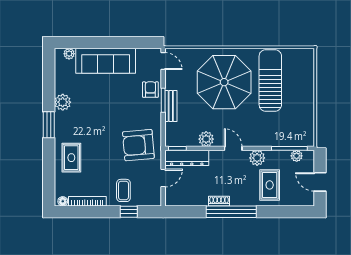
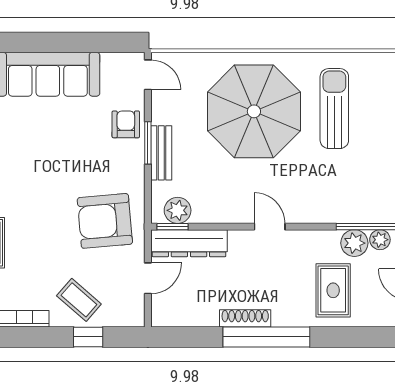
sun lounger: (270, 80) -> (334, 109), width x0.73, depth x0.75
plant: (206, 139) -> (178, 210), moved
plant: (257, 158) -> (354, 243), moved
coffee table: (123, 190) -> (79, 300), turned -49
shoe rack: (219, 201) -> (245, 318), width x1.43

